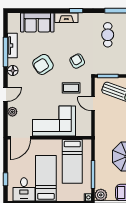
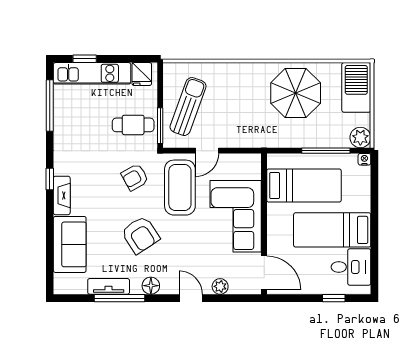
cafe table: (108, 35) -> (133, 125), moved
coffee table: (71, 88) -> (180, 188), width x1.86, depth x1.72

